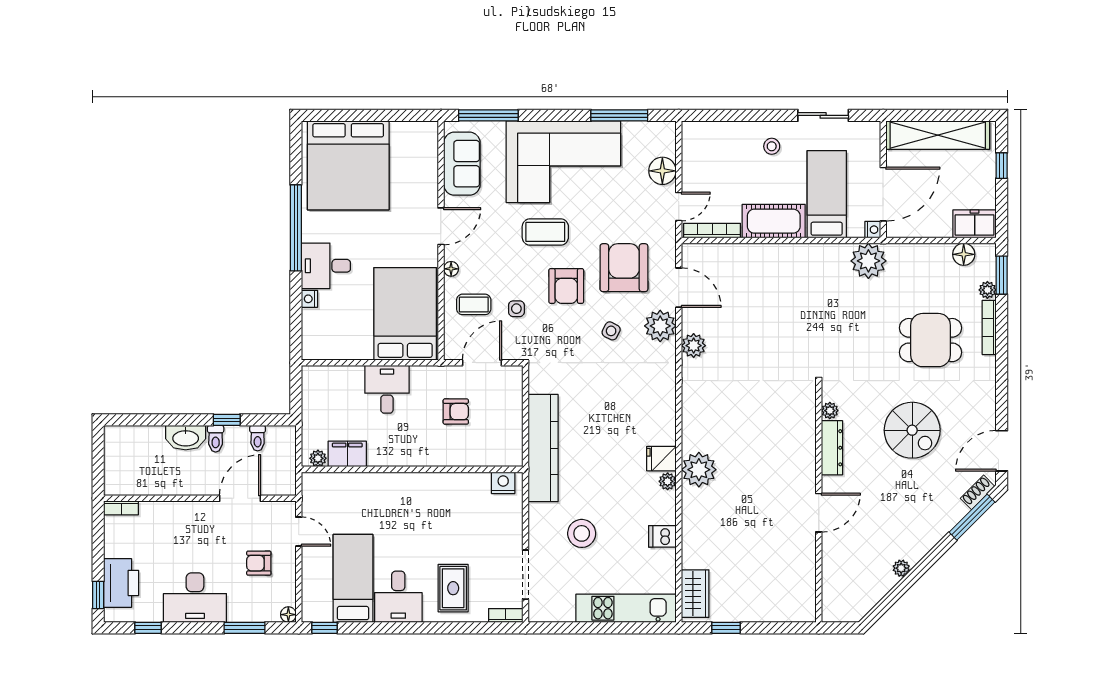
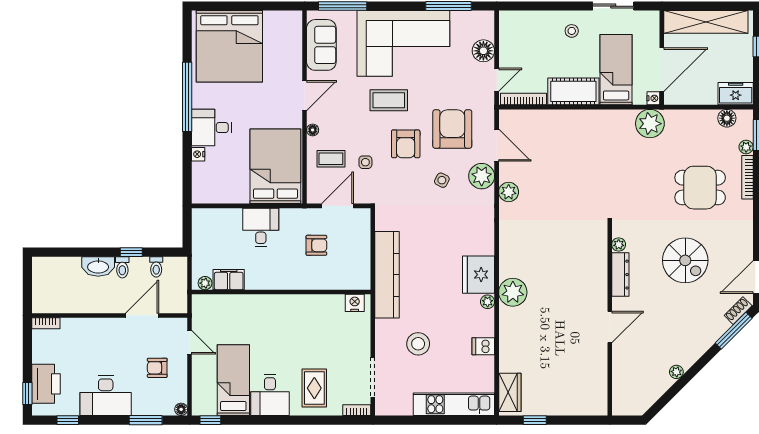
fridge: (661, 459) -> (479, 275), width x1.88, depth x1.34

